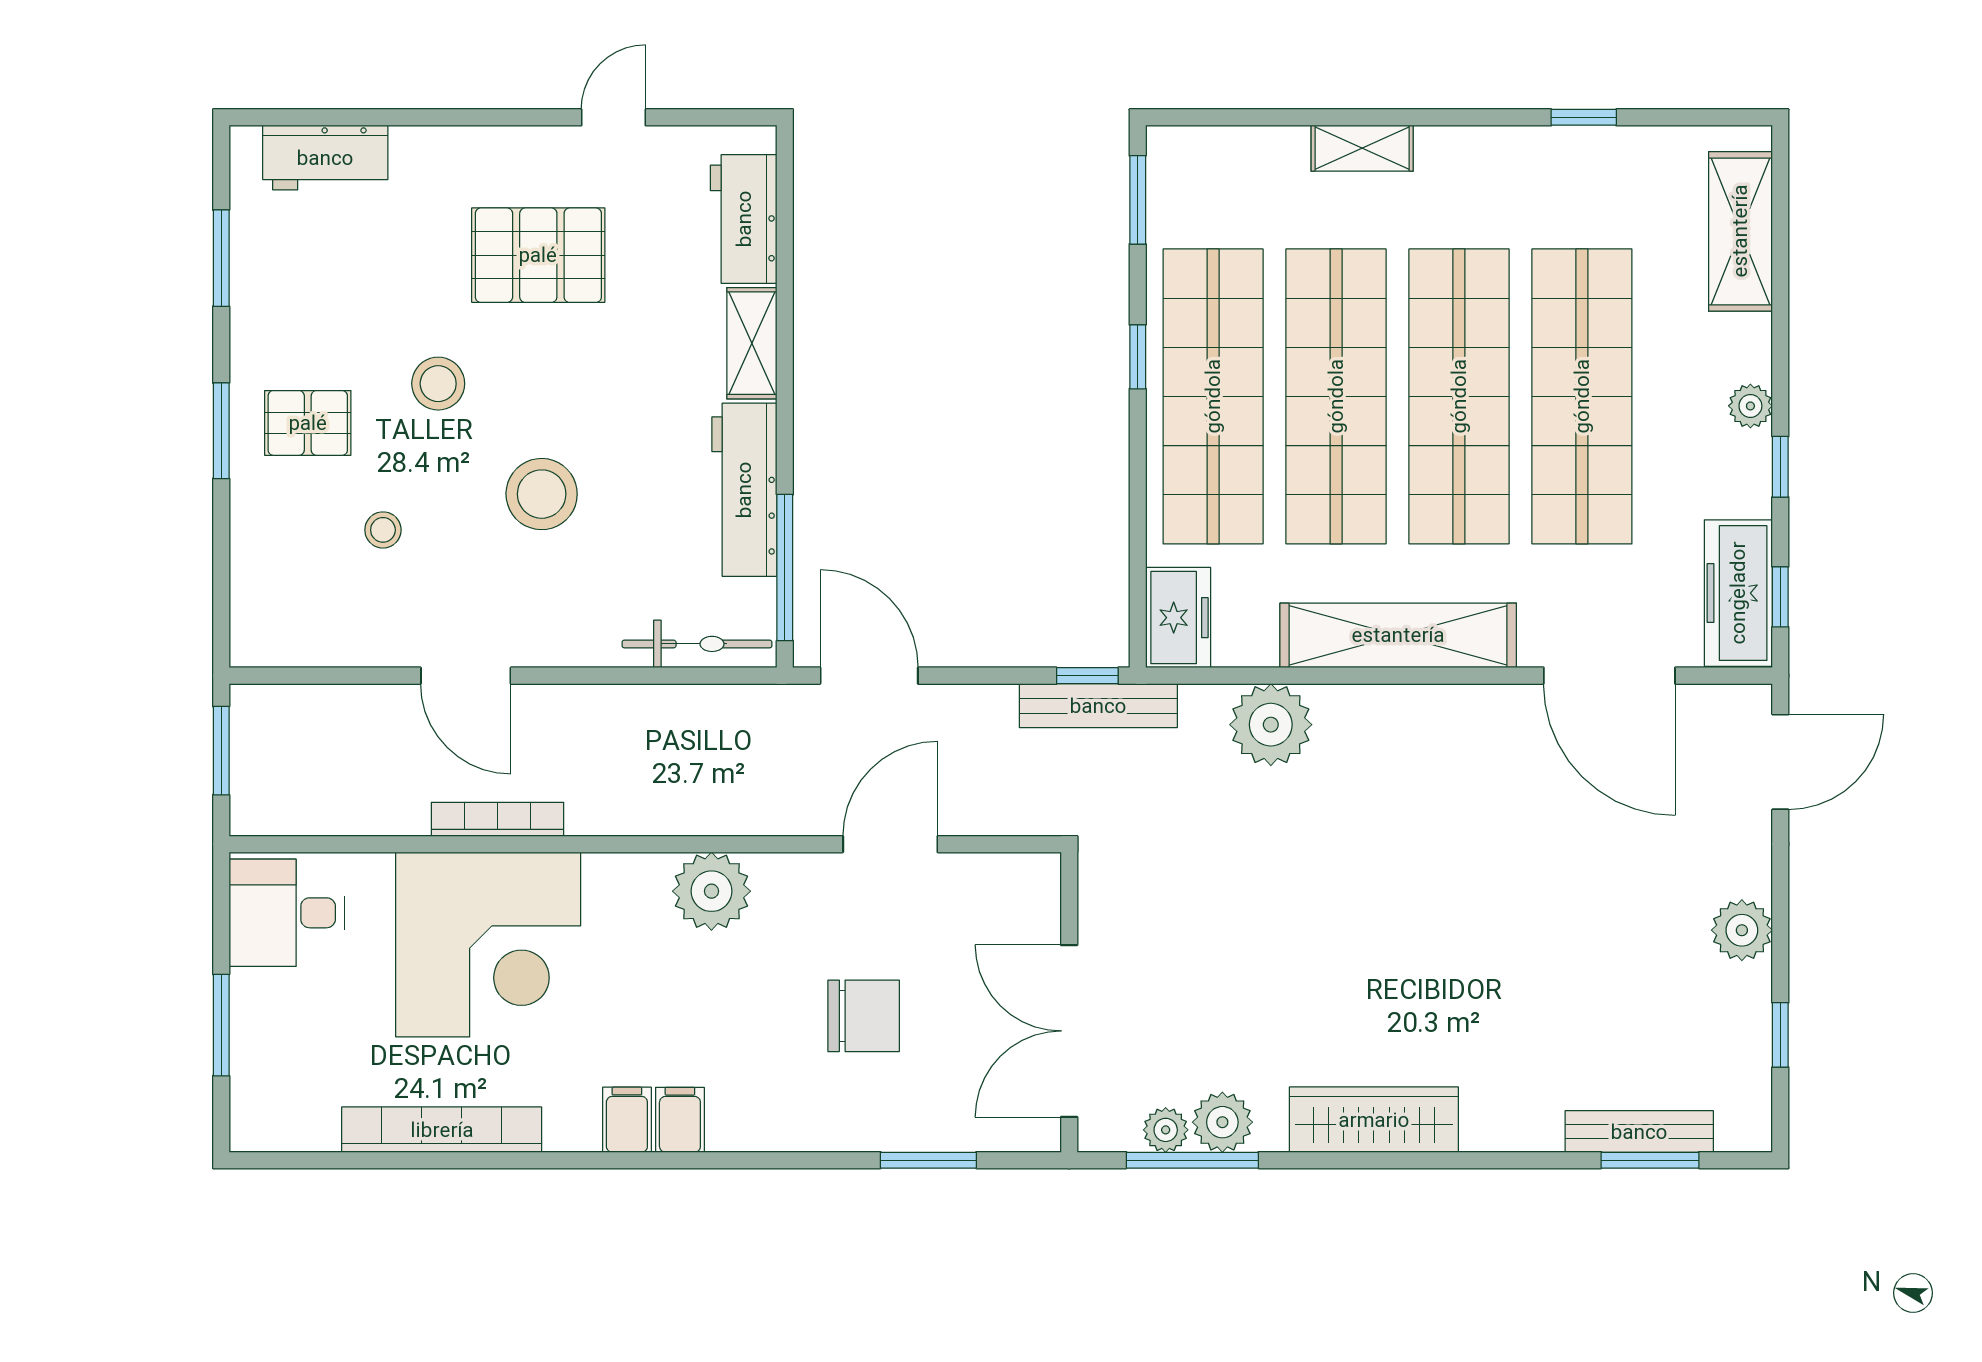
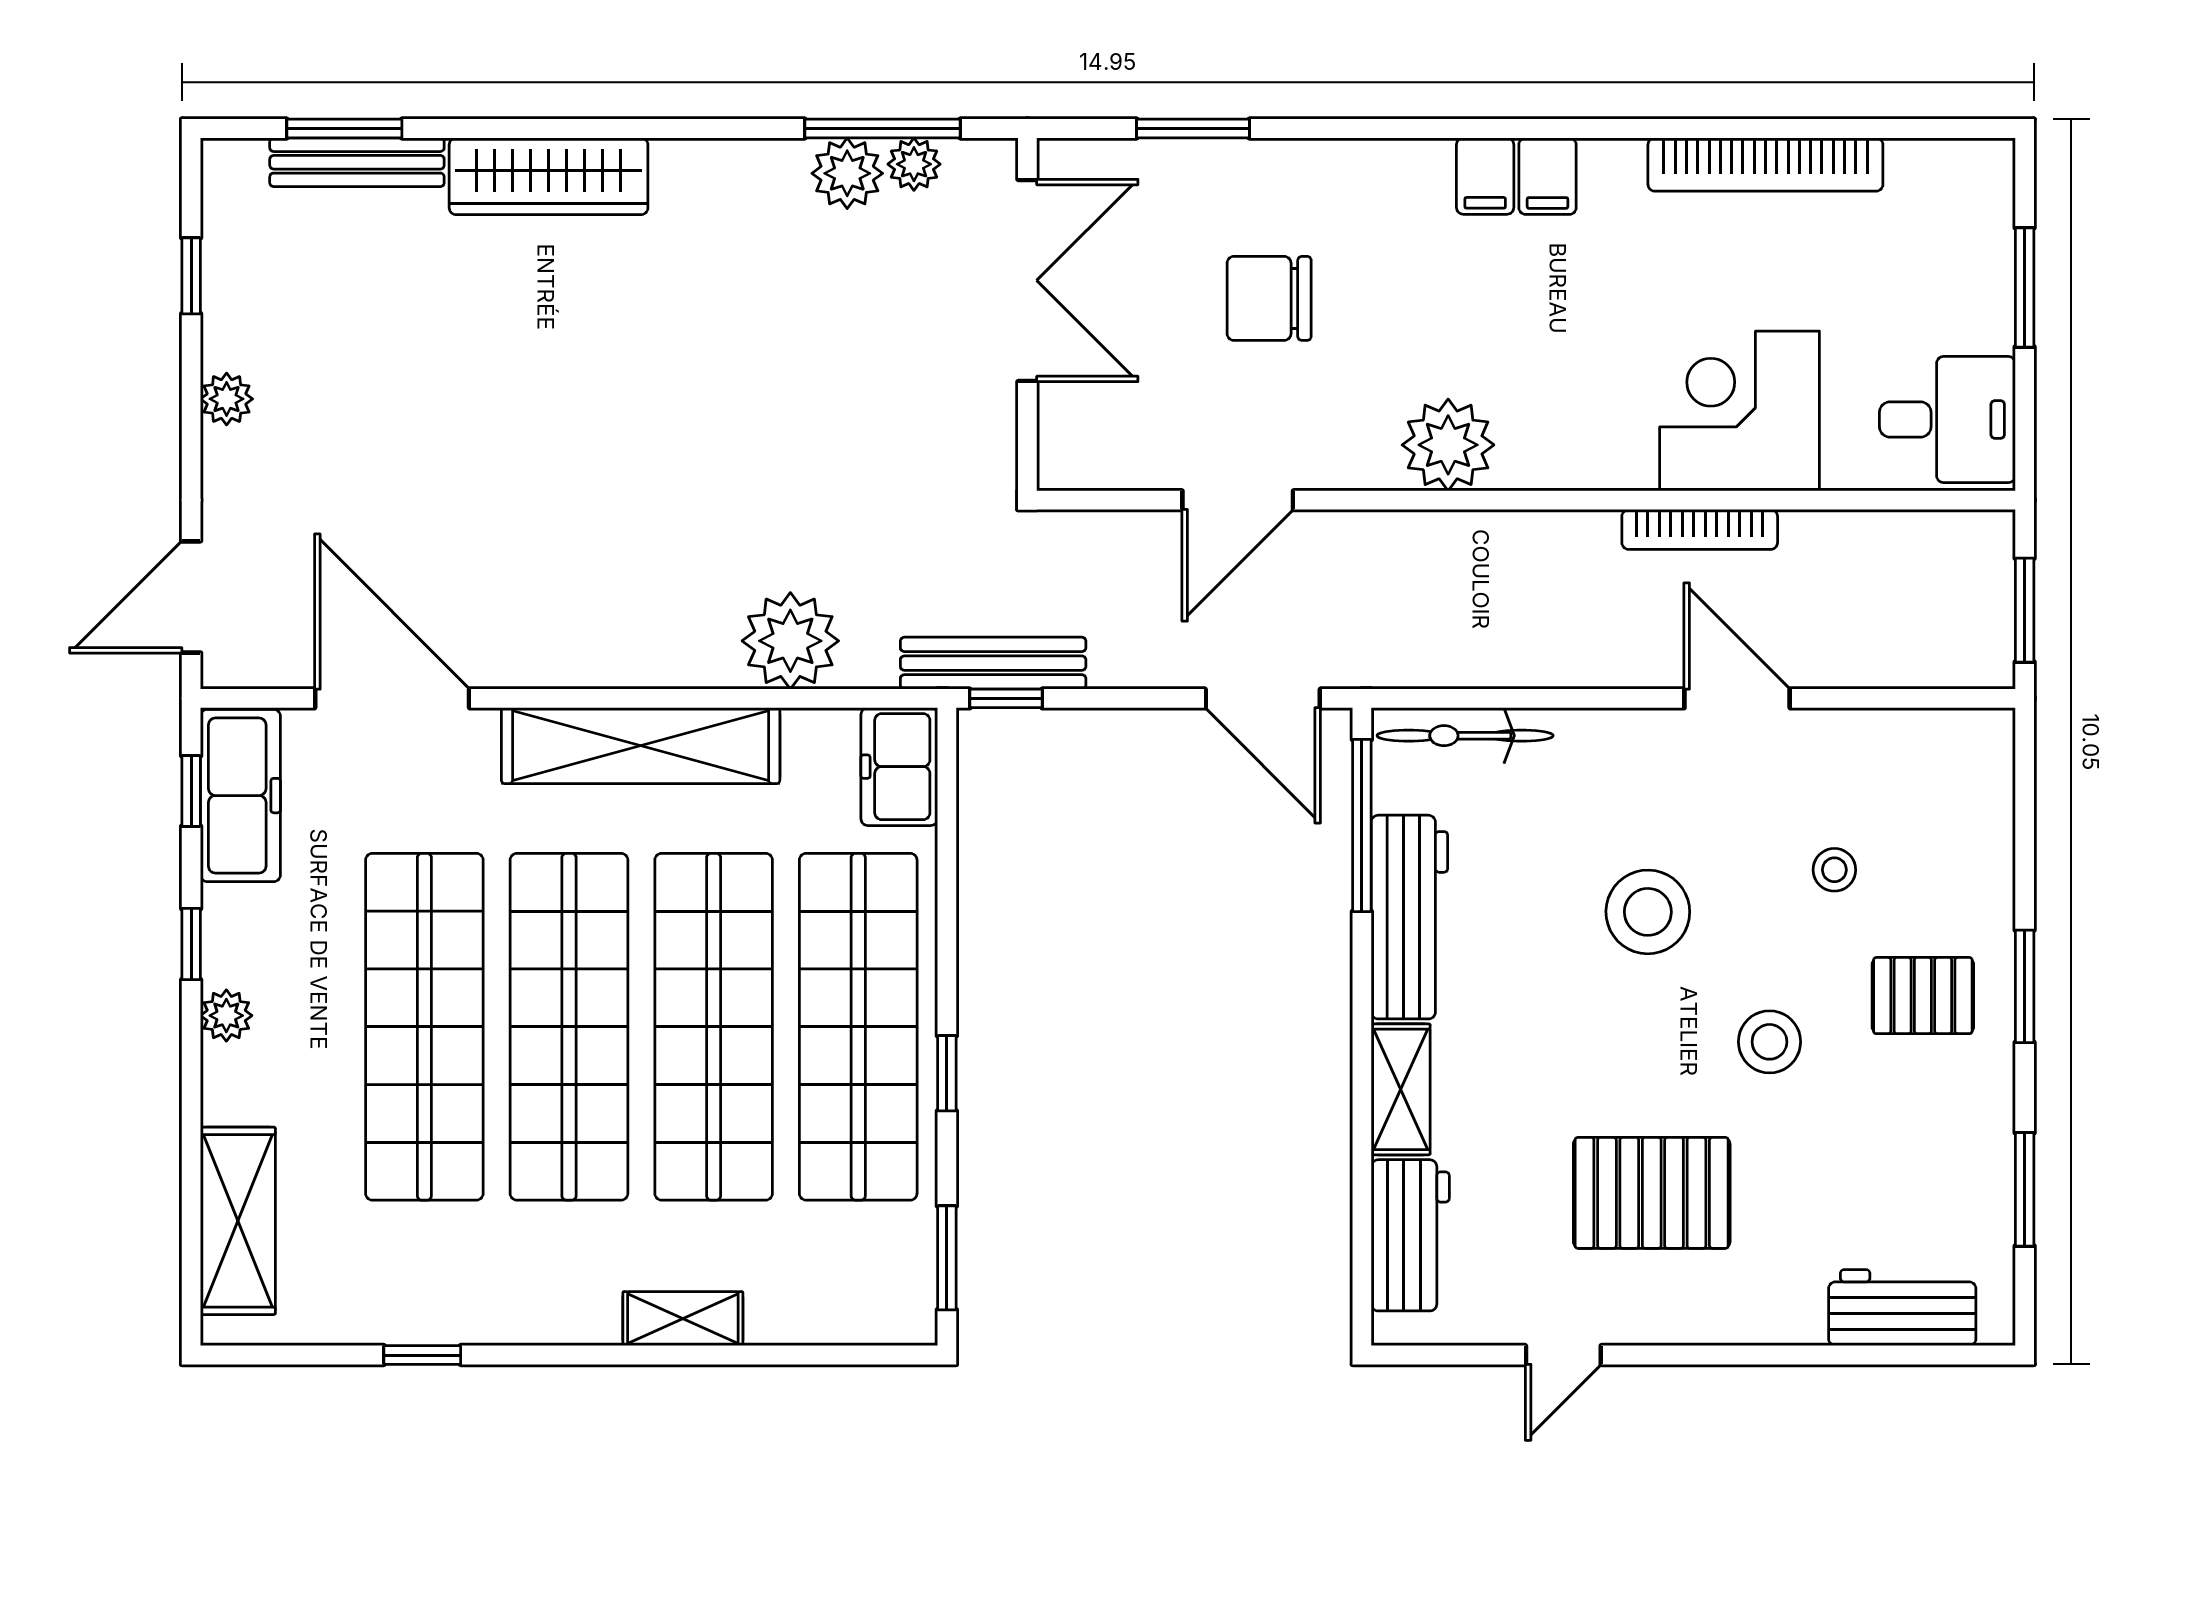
plant: (1742, 930) -> (227, 399), width x0.73, depth x0.73
corner desk: (488, 944) -> (1740, 411), width x0.74, depth x0.74
wardrobe: (1374, 1120) -> (549, 176), moved

